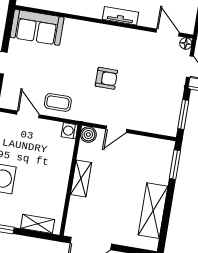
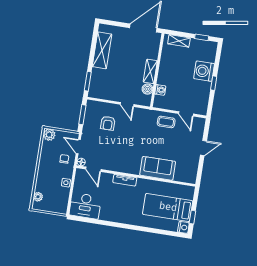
sofa: (37, 27) -> (158, 168), moved
armchair: (106, 78) -> (108, 123), moved, turned -90
door: (116, 129) -> (127, 104), swing flipped
washing machine: (70, 131) -> (160, 90), moved
boiler: (88, 135) -> (147, 89), moved

